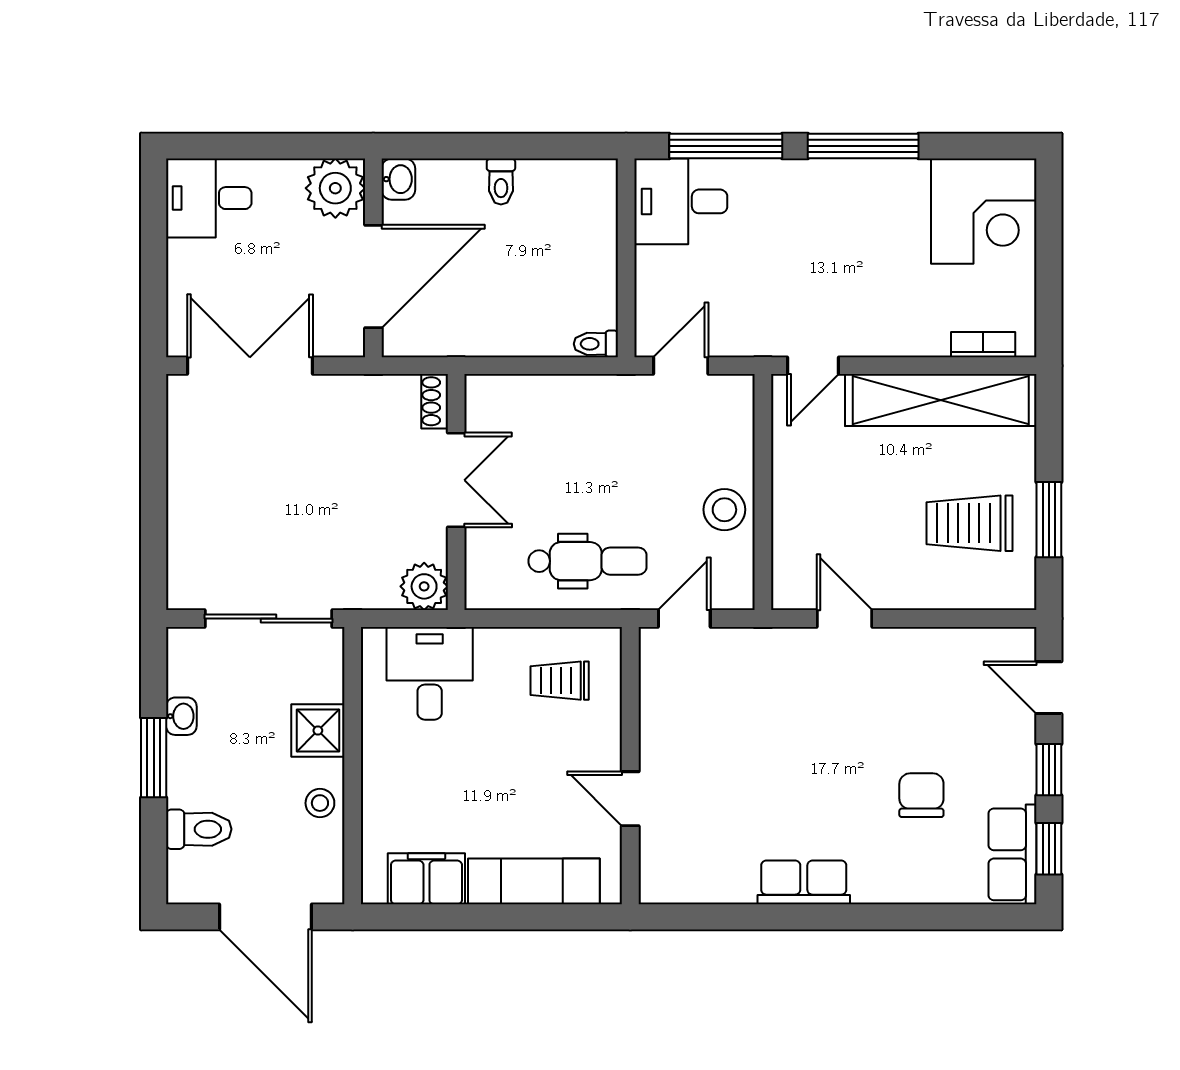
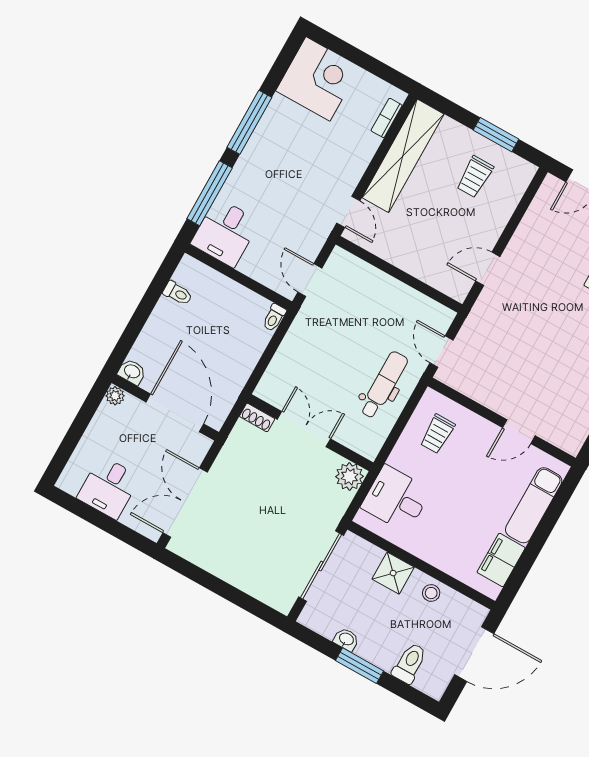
toilet: (501, 182) -> (178, 293), moved
plant: (335, 188) -> (115, 396), width x0.53, depth x0.53
desk: (209, 198) -> (109, 487), moved
stool: (724, 510) -> (397, 299), removed
trolley: (970, 523) -> (475, 177), width x0.73, depth x0.72

